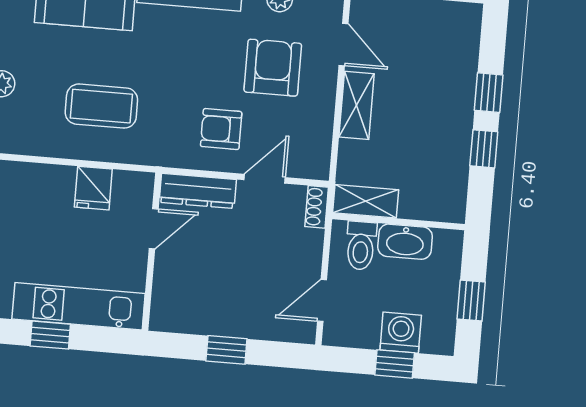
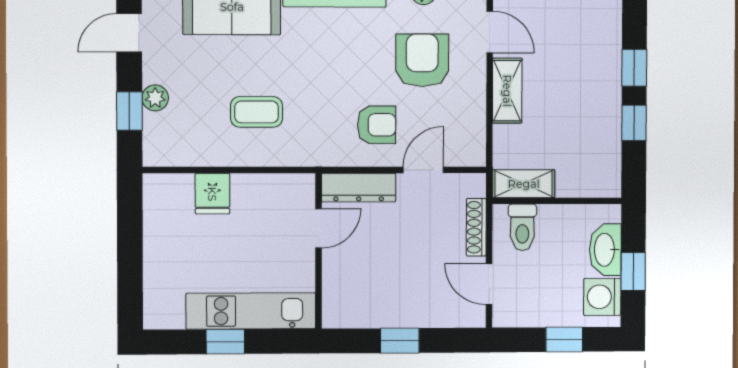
coffee table: (101, 106) -> (257, 112), width x0.73, depth x0.77
armchair: (221, 129) -> (377, 125), turned 180
fridge: (93, 188) -> (212, 194), moved
shoe rack: (317, 207) -> (476, 227), moved, width x1.43
washbasin: (405, 242) -> (605, 250), moved, turned 90
door: (322, 300) -> (489, 284), hinge flipped
washing machine: (401, 333) -> (602, 297), moved, turned -90

